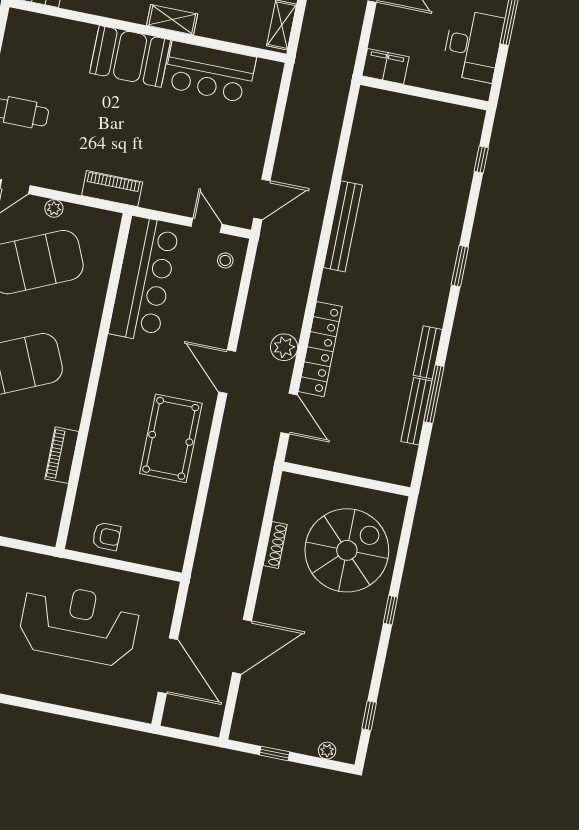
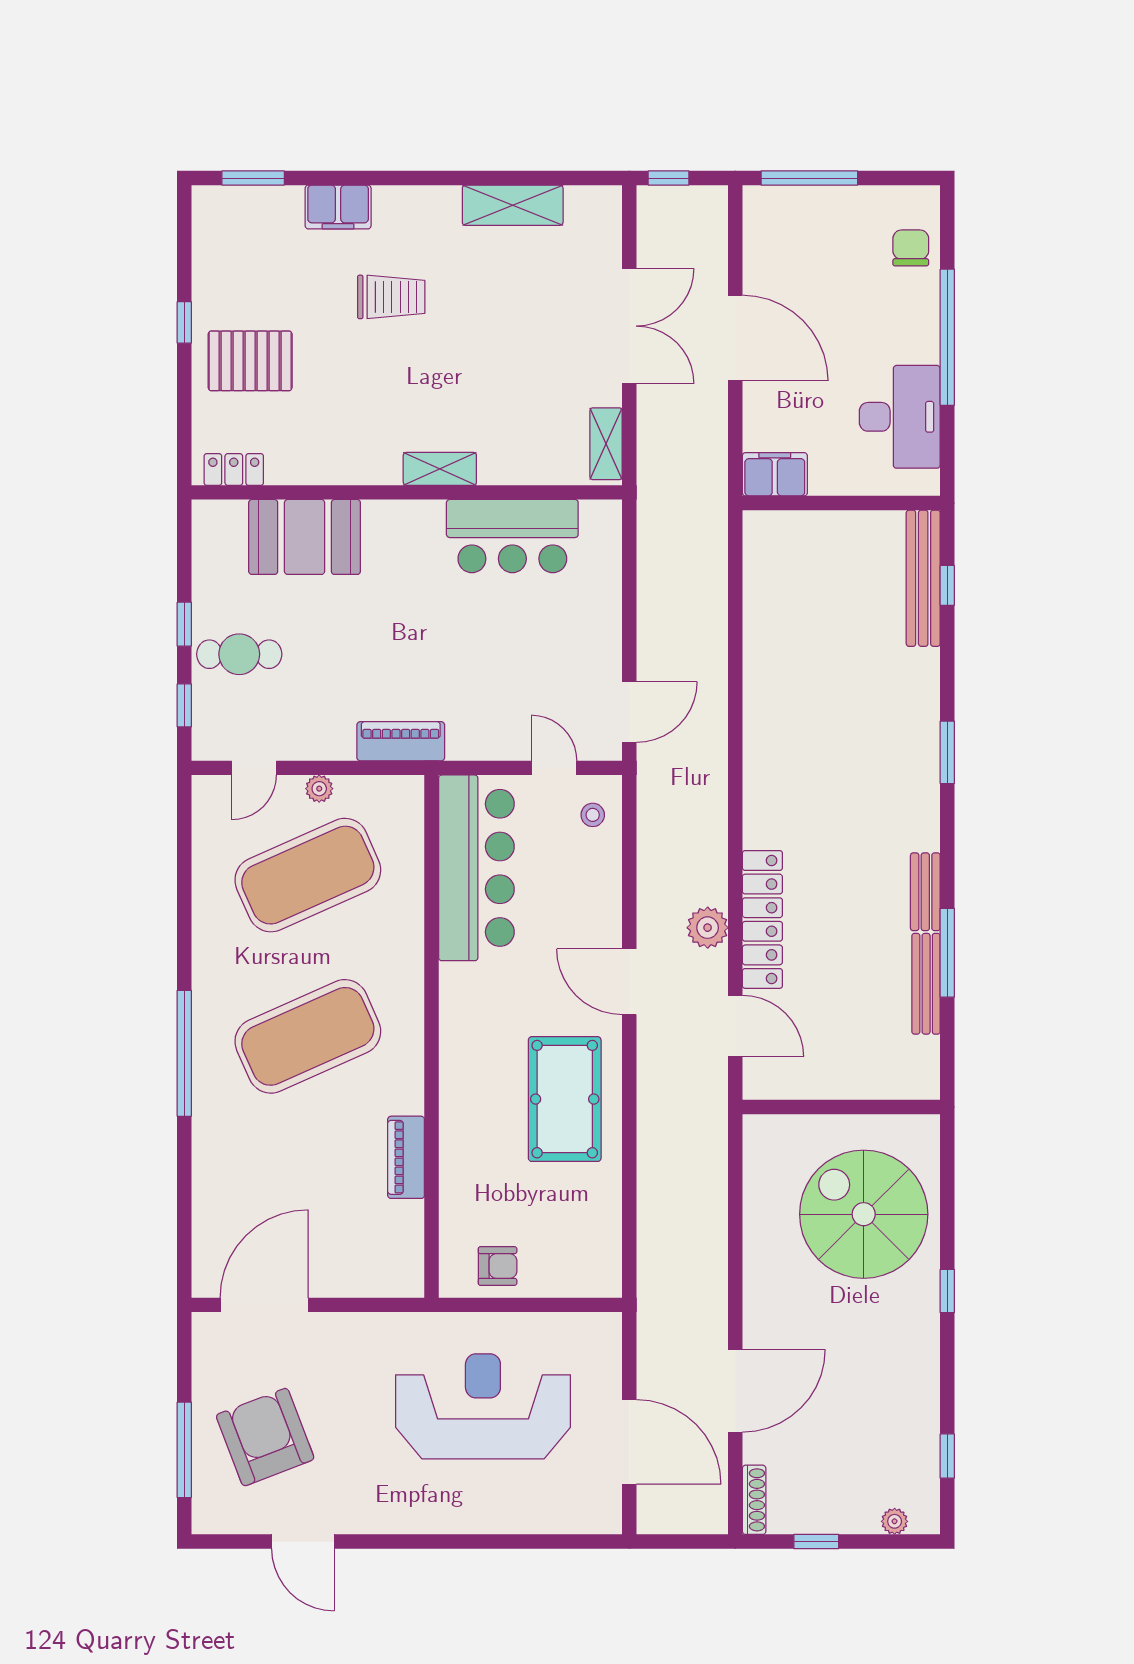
booth: (130, 56) -> (305, 537), moved
bench: (343, 226) -> (923, 578), moved
shoe rack: (275, 545) -> (754, 1500), moved
spiral stairs: (347, 550) -> (864, 1214), turned -90

